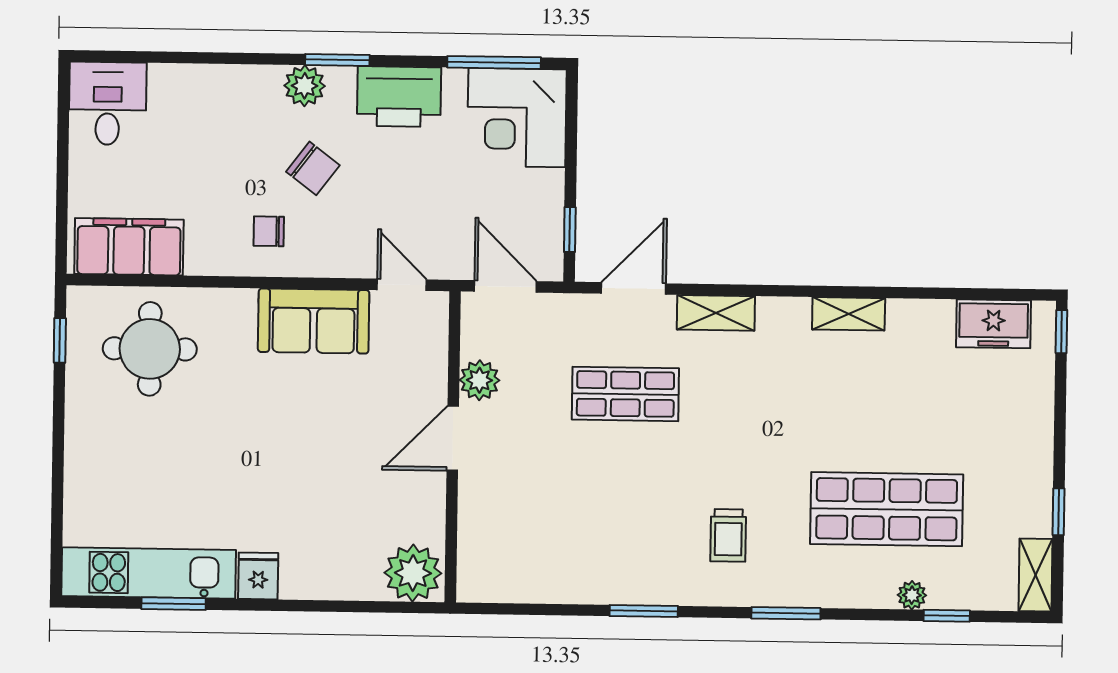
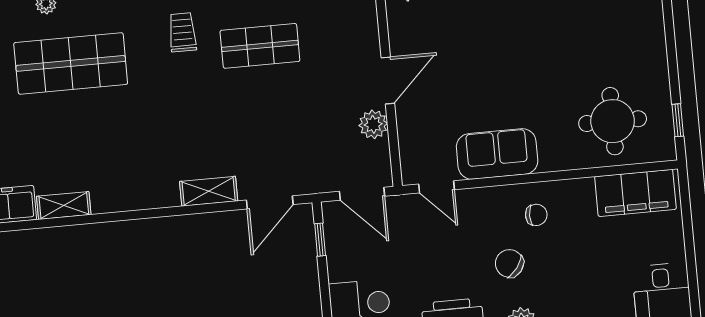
shelving: (849, 314) -> (64, 205), moved
shop shelf: (625, 394) -> (260, 46), moved

